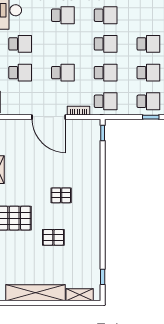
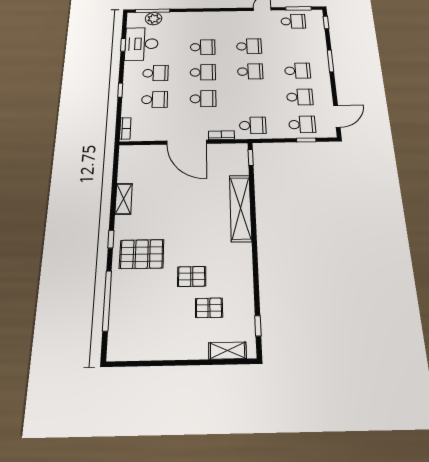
school desk: (106, 73) -> (203, 72), moved
pallet: (61, 195) -> (209, 308), moved
shelving: (35, 293) -> (240, 208), moved, turned 90

